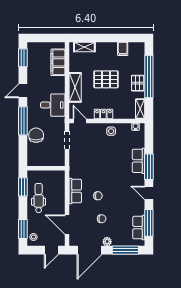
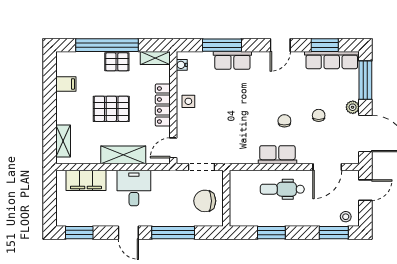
pallet: (106, 79) -> (111, 109), turned 90
desk: (53, 105) -> (134, 188), moved
locker: (103, 114) -> (163, 105), width x1.53
chair: (36, 135) -> (205, 201), moved
window: (149, 167) -> (222, 45), moved
wall: (46, 168) -> (226, 198), moved
dental chair: (39, 198) -> (282, 189), moved
window: (149, 223) -> (325, 45), width x0.69
row of seats: (139, 228) -> (332, 60), width x1.48
door: (51, 250) -> (365, 190), hinge flipped

